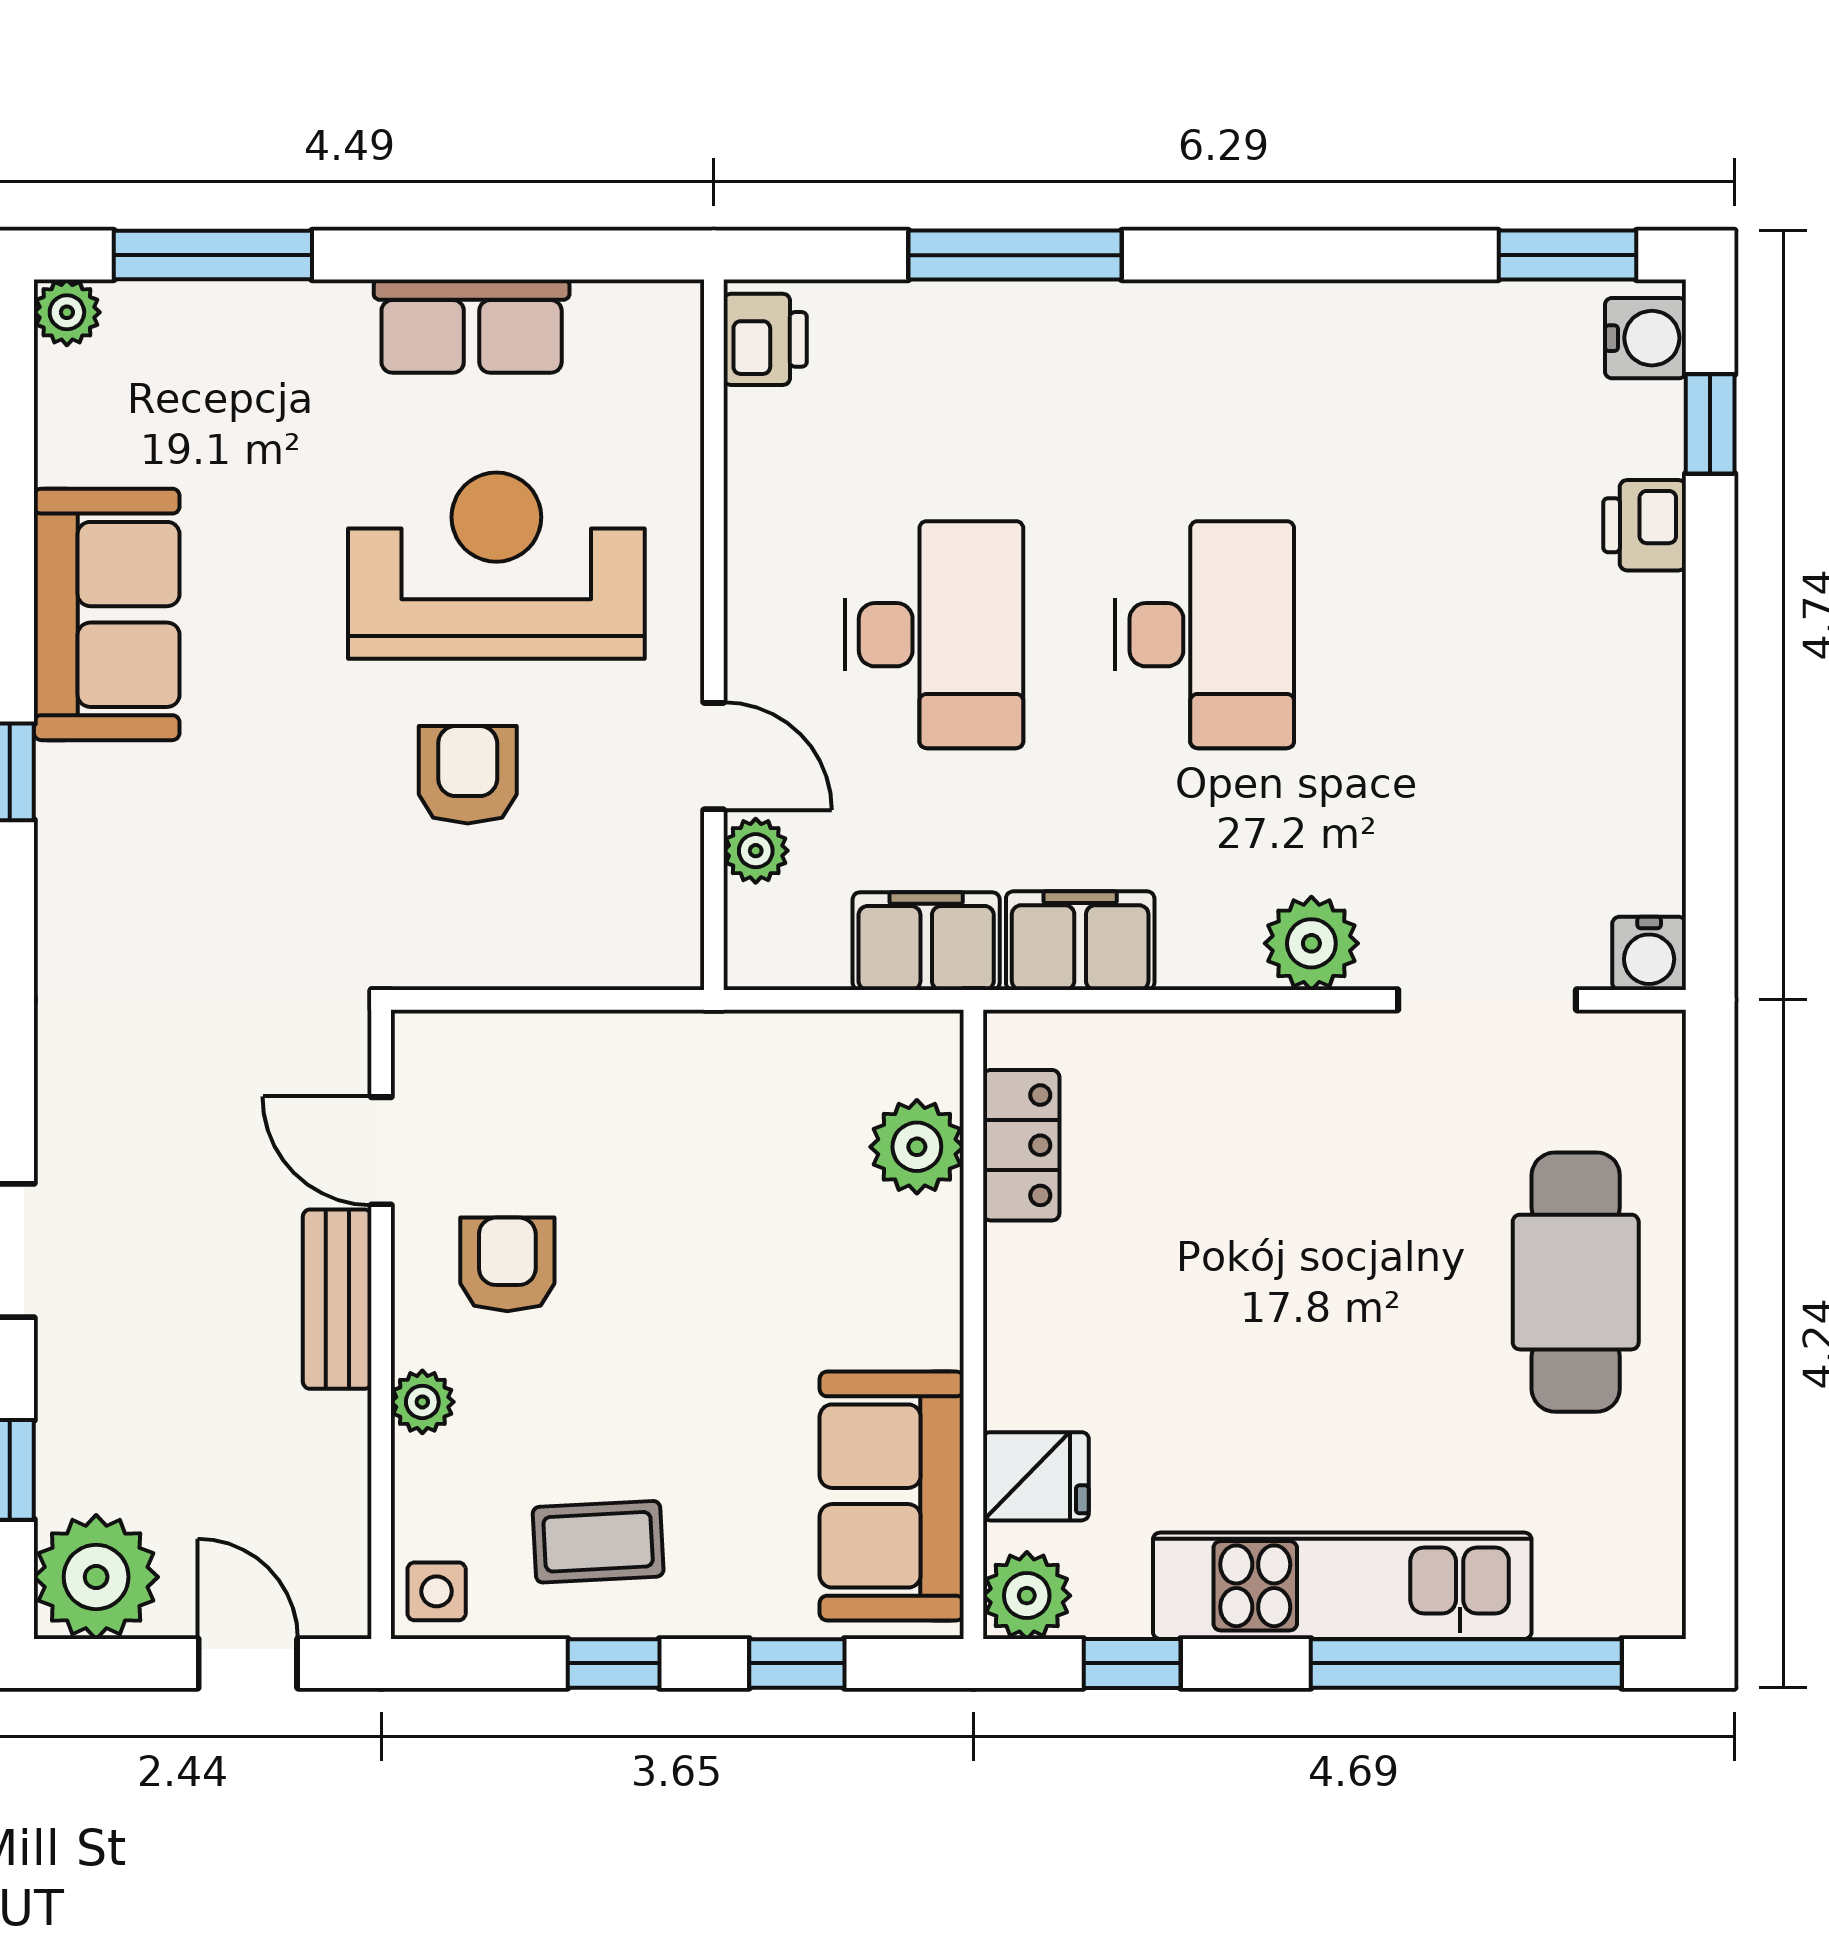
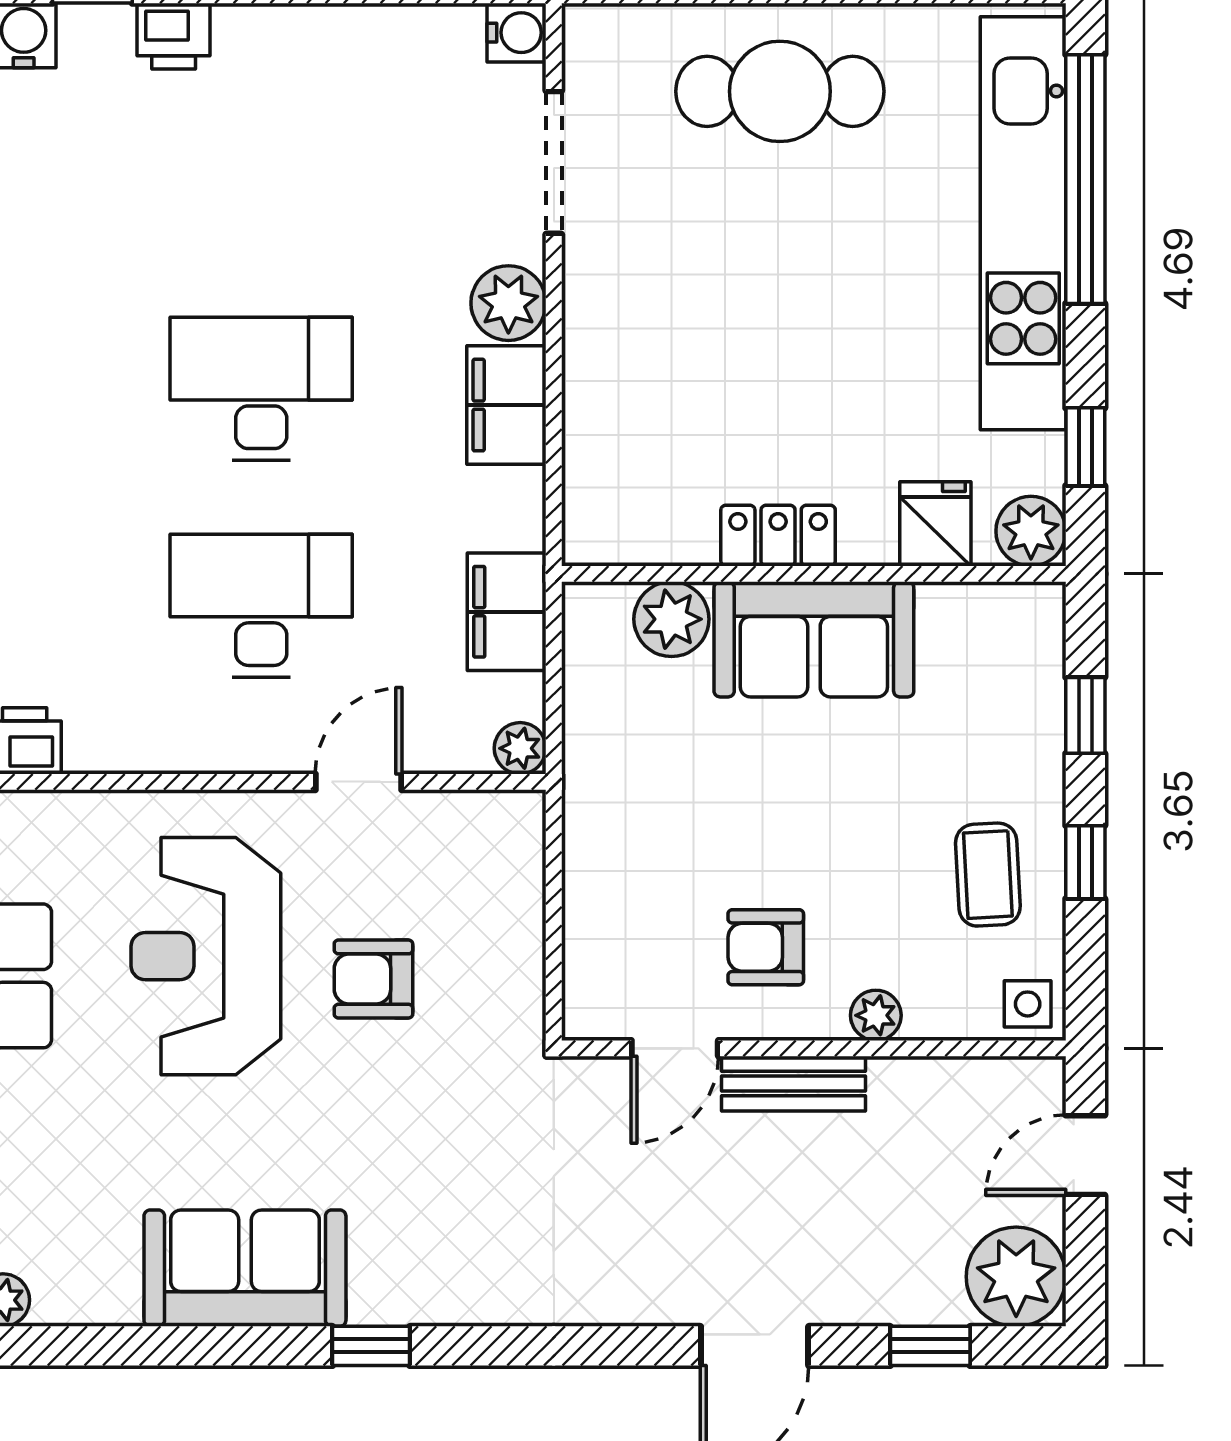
plant: (756, 851) -> (520, 748), moved
filing cabinet: (1080, 941) -> (506, 405), moved
locker: (1021, 1145) -> (778, 536), moved
sofa: (892, 1496) -> (814, 639), moved
kitchen unit: (1342, 1586) -> (1023, 223), width x1.36

